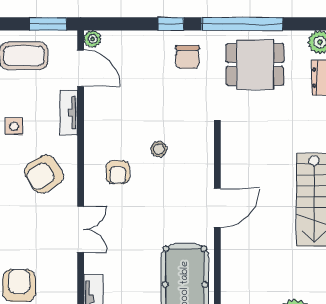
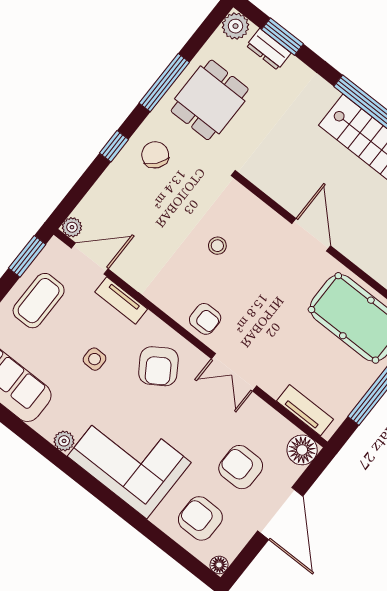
window: (242, 24) -> (164, 83), width x0.68
chair: (188, 57) -> (155, 155), turned -141
armchair: (118, 172) -> (205, 319), moved
double door: (81, 229) -> (234, 372), swing flipped

